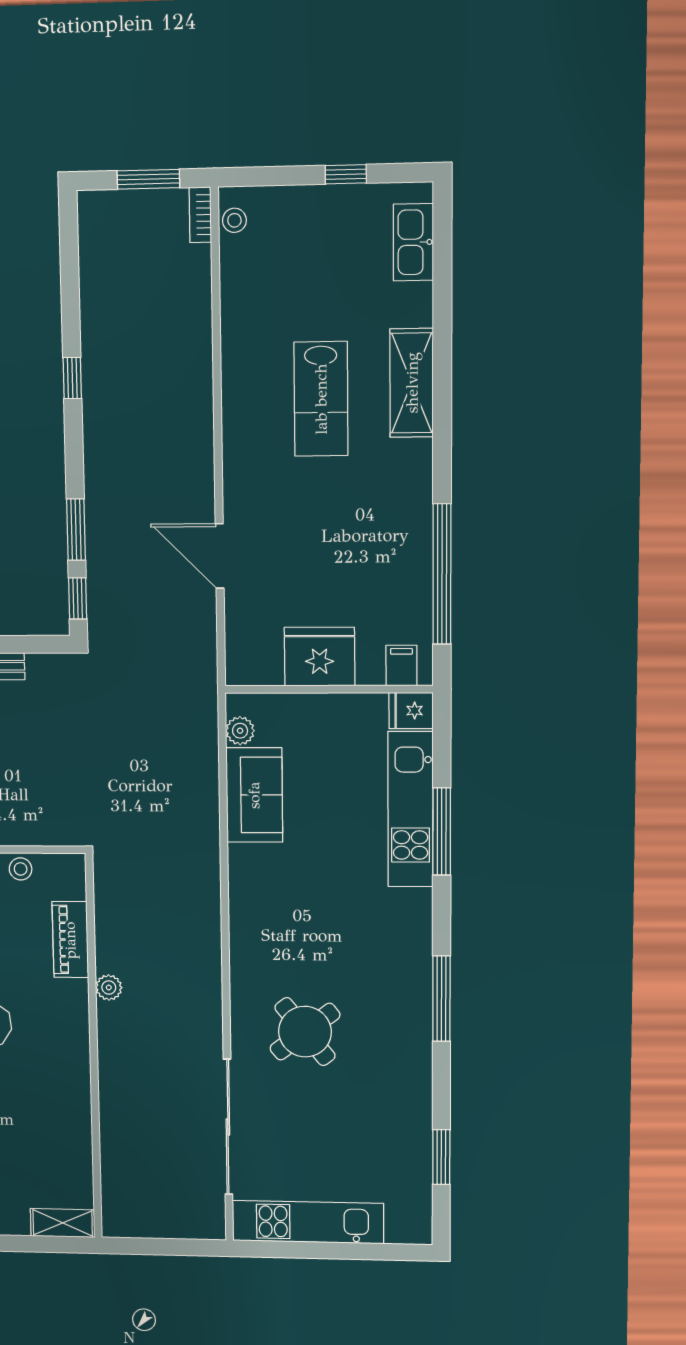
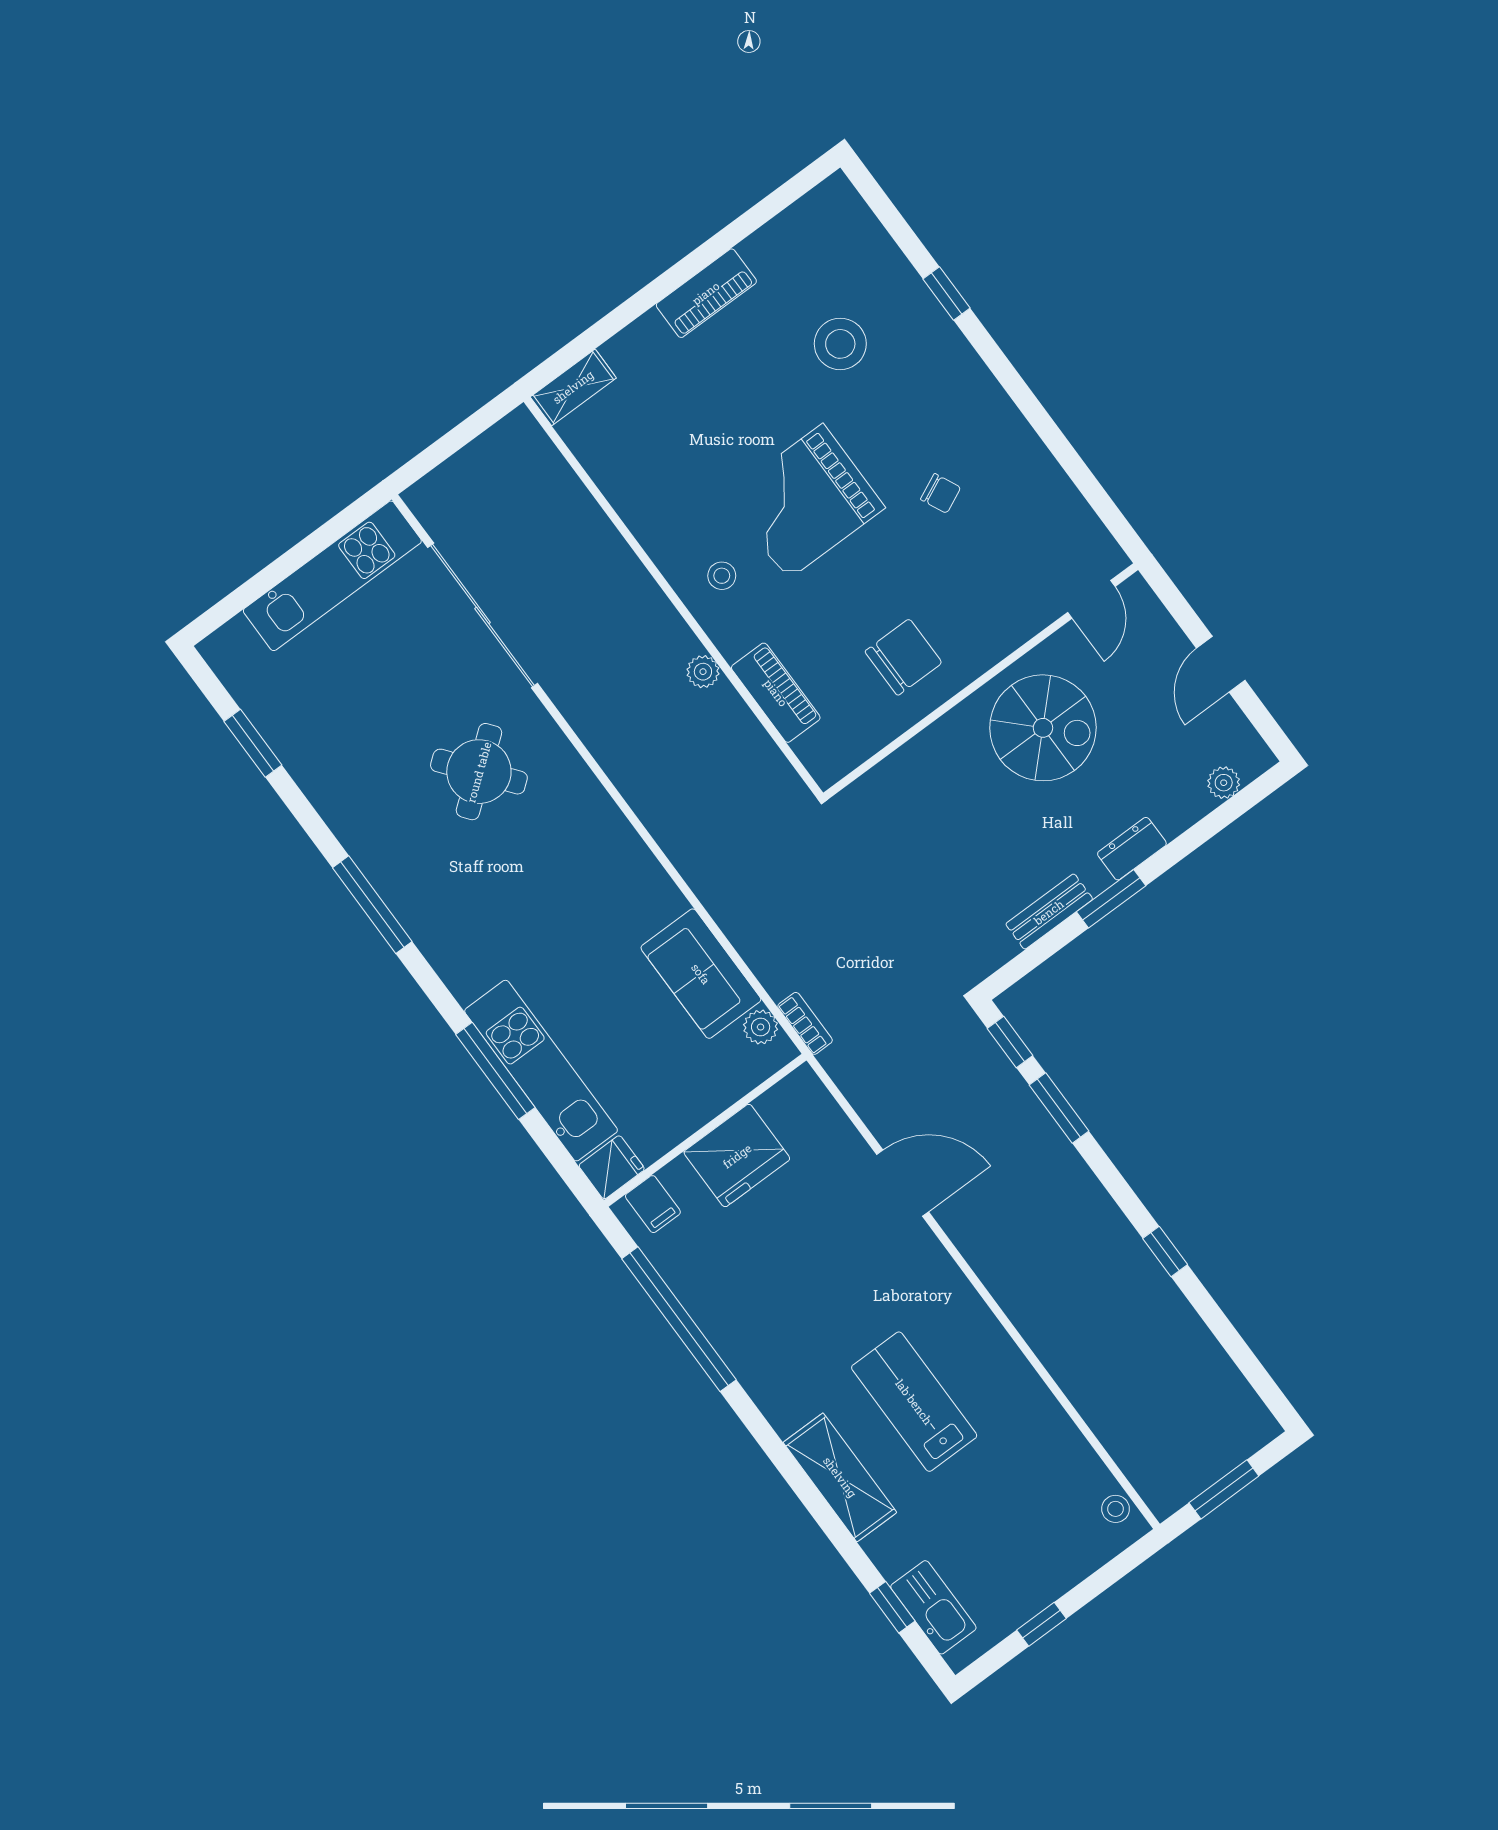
bookcase: (200, 215) -> (805, 1023), moved
window: (442, 263) -> (892, 1607), added
stool: (21, 869) -> (722, 576), moved

